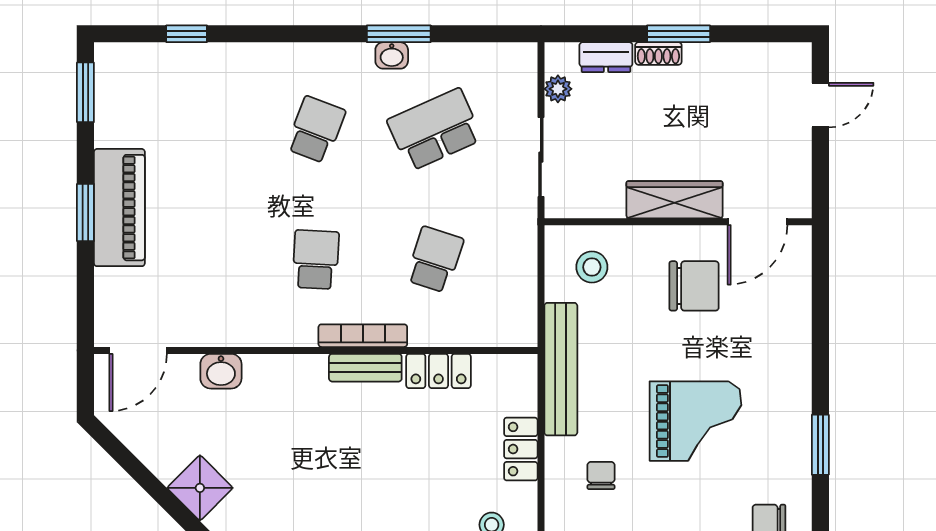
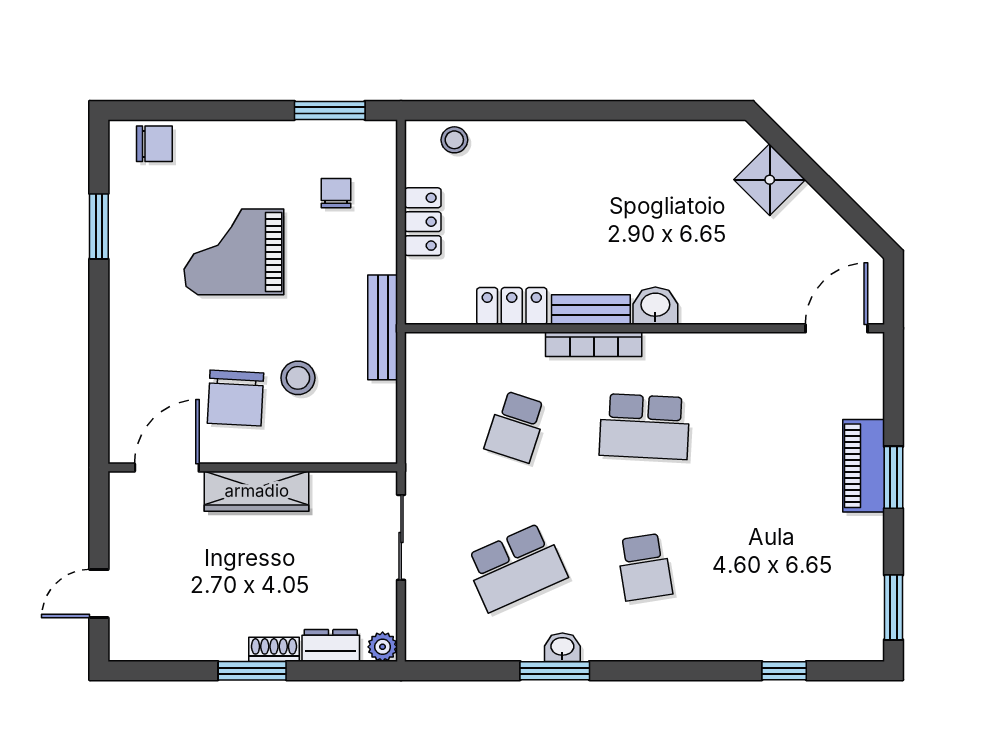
plant: (558, 89) -> (383, 647), moved
school desk: (316, 130) -> (645, 567), turned -30
piano: (119, 208) -> (864, 466), width x0.73, depth x0.75
school desk: (316, 260) -> (645, 427), width x1.85
stool: (592, 267) -> (298, 378), moved
chair: (694, 286) -> (236, 398), turned -87
bench: (561, 369) -> (383, 327), width x0.73, depth x0.82
washbasin: (221, 371) -> (655, 306), moved
chair: (601, 475) -> (336, 193), turned 180

